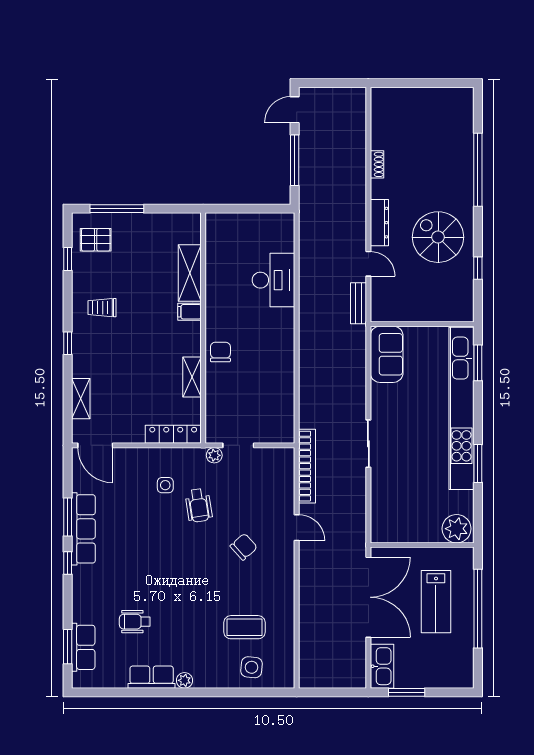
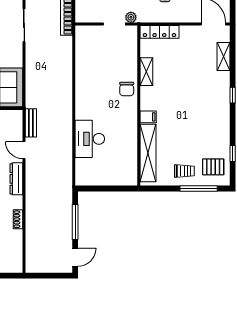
shelving: (190, 273) -> (148, 153), width x1.47
trolley: (102, 308) -> (184, 171), moved

